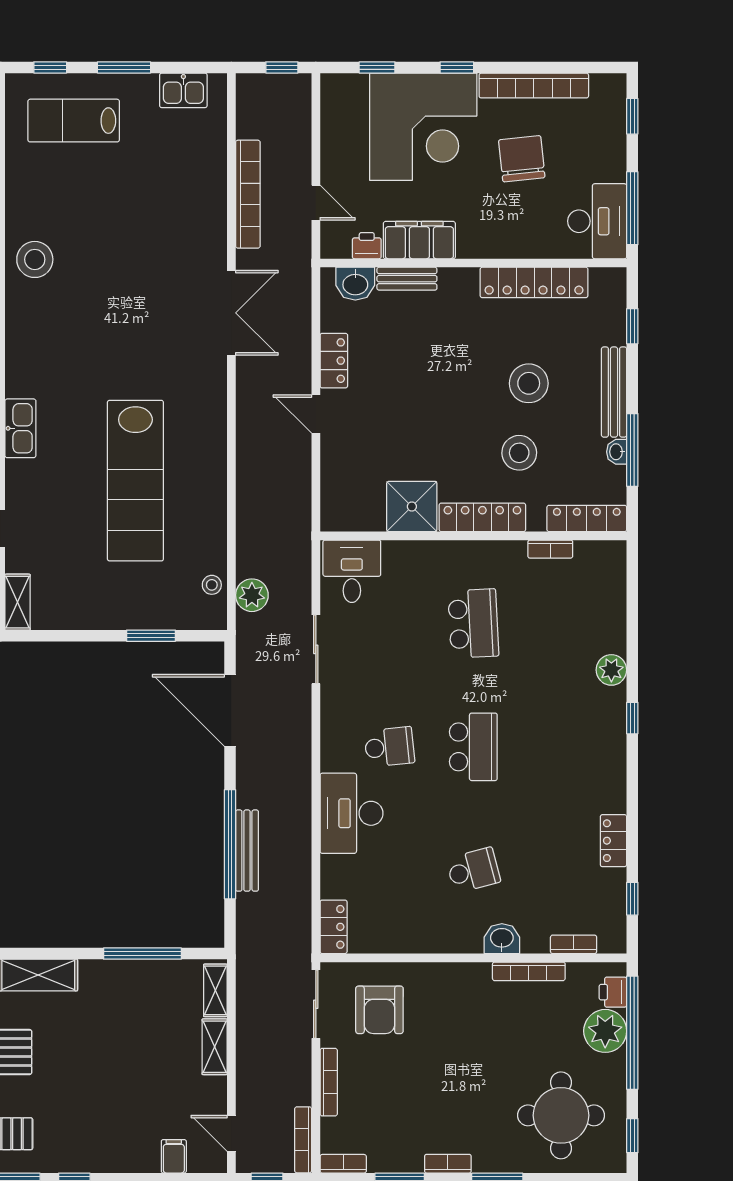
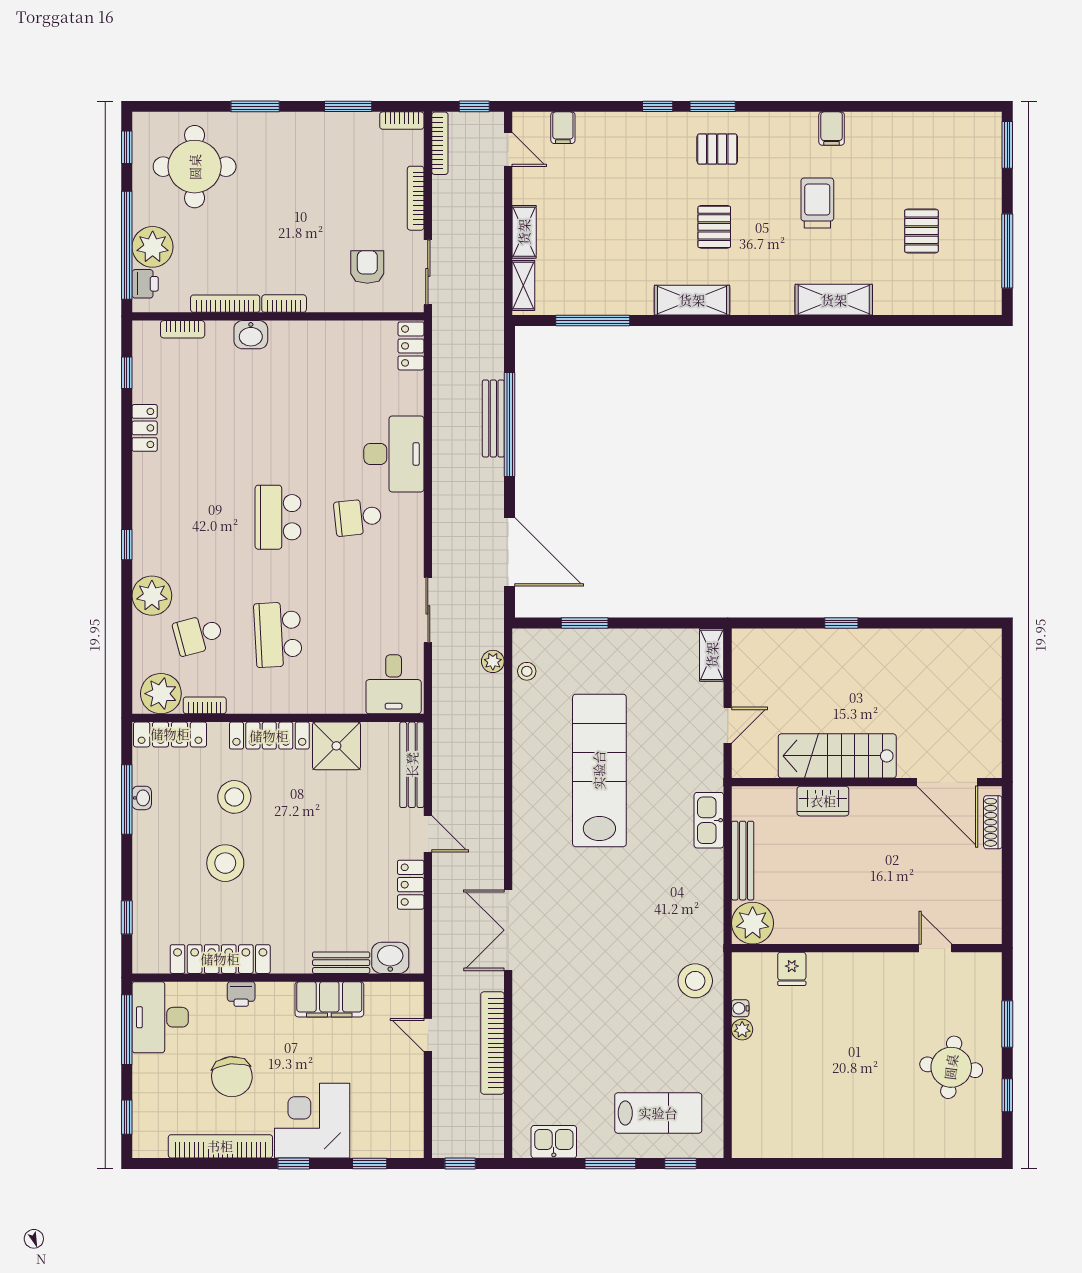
corner desk: (423, 127) -> (312, 1121), width x0.74, depth x0.74
printer: (367, 246) -> (241, 994), moved
bench: (614, 392) -> (412, 765), moved
plant: (596, 561) -> (161, 694), added
plant: (252, 595) -> (493, 661), width x0.73, depth x0.73
plant: (611, 670) -> (152, 596), width x1.36, depth x1.36
school desk: (473, 870) -> (198, 635), moved
armchair: (379, 1010) -> (367, 267), width x0.72, depth x0.72
bookcase: (448, 1164) -> (284, 304), moved, turned 180

